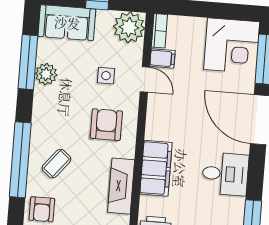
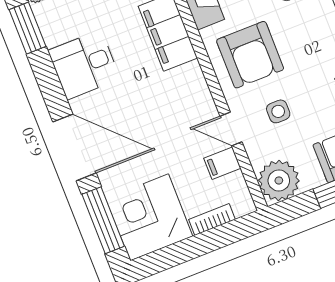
bookcase: (159, 31) -> (212, 219), moved, turned 90
armchair: (106, 125) -> (250, 55), width x1.36, depth x1.36

